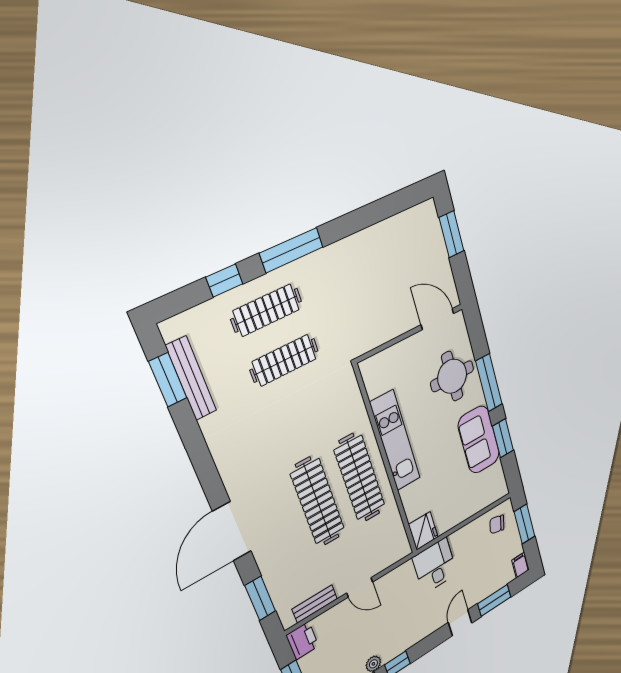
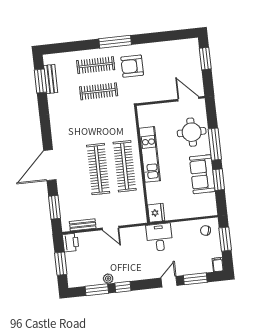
window: (224, 280) -> (79, 46), removed
armchair: (333, 290) -> (132, 66), added
bench: (191, 379) -> (51, 79), width x0.73

